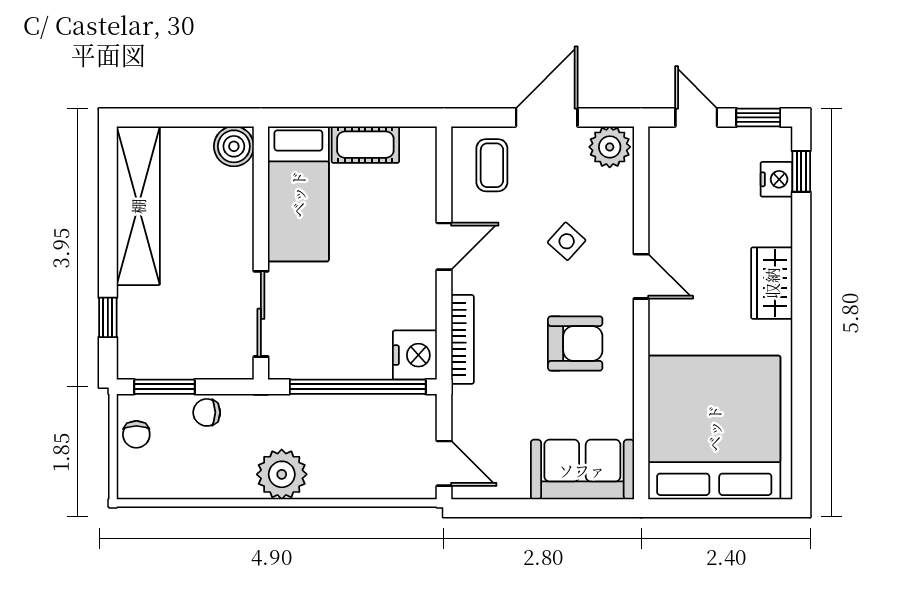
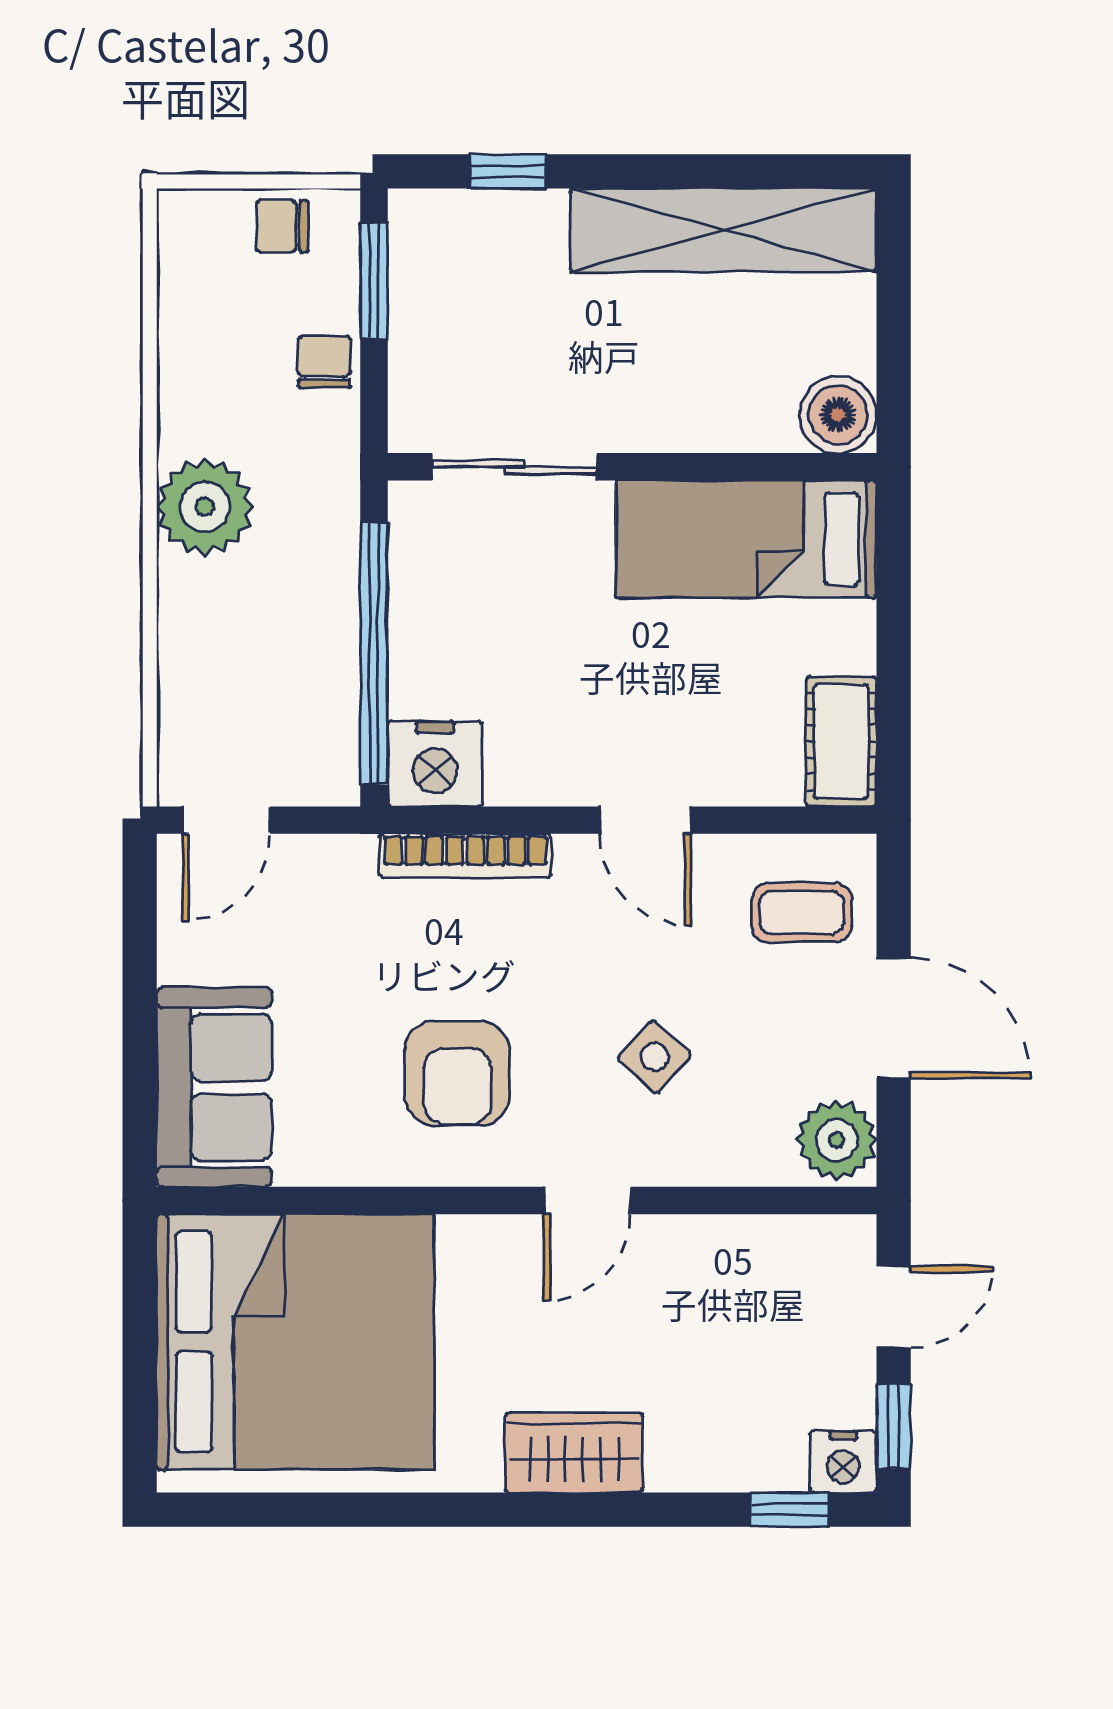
cot: (365, 145) -> (841, 741), moved
nightstand: (776, 179) -> (843, 1462), moved

